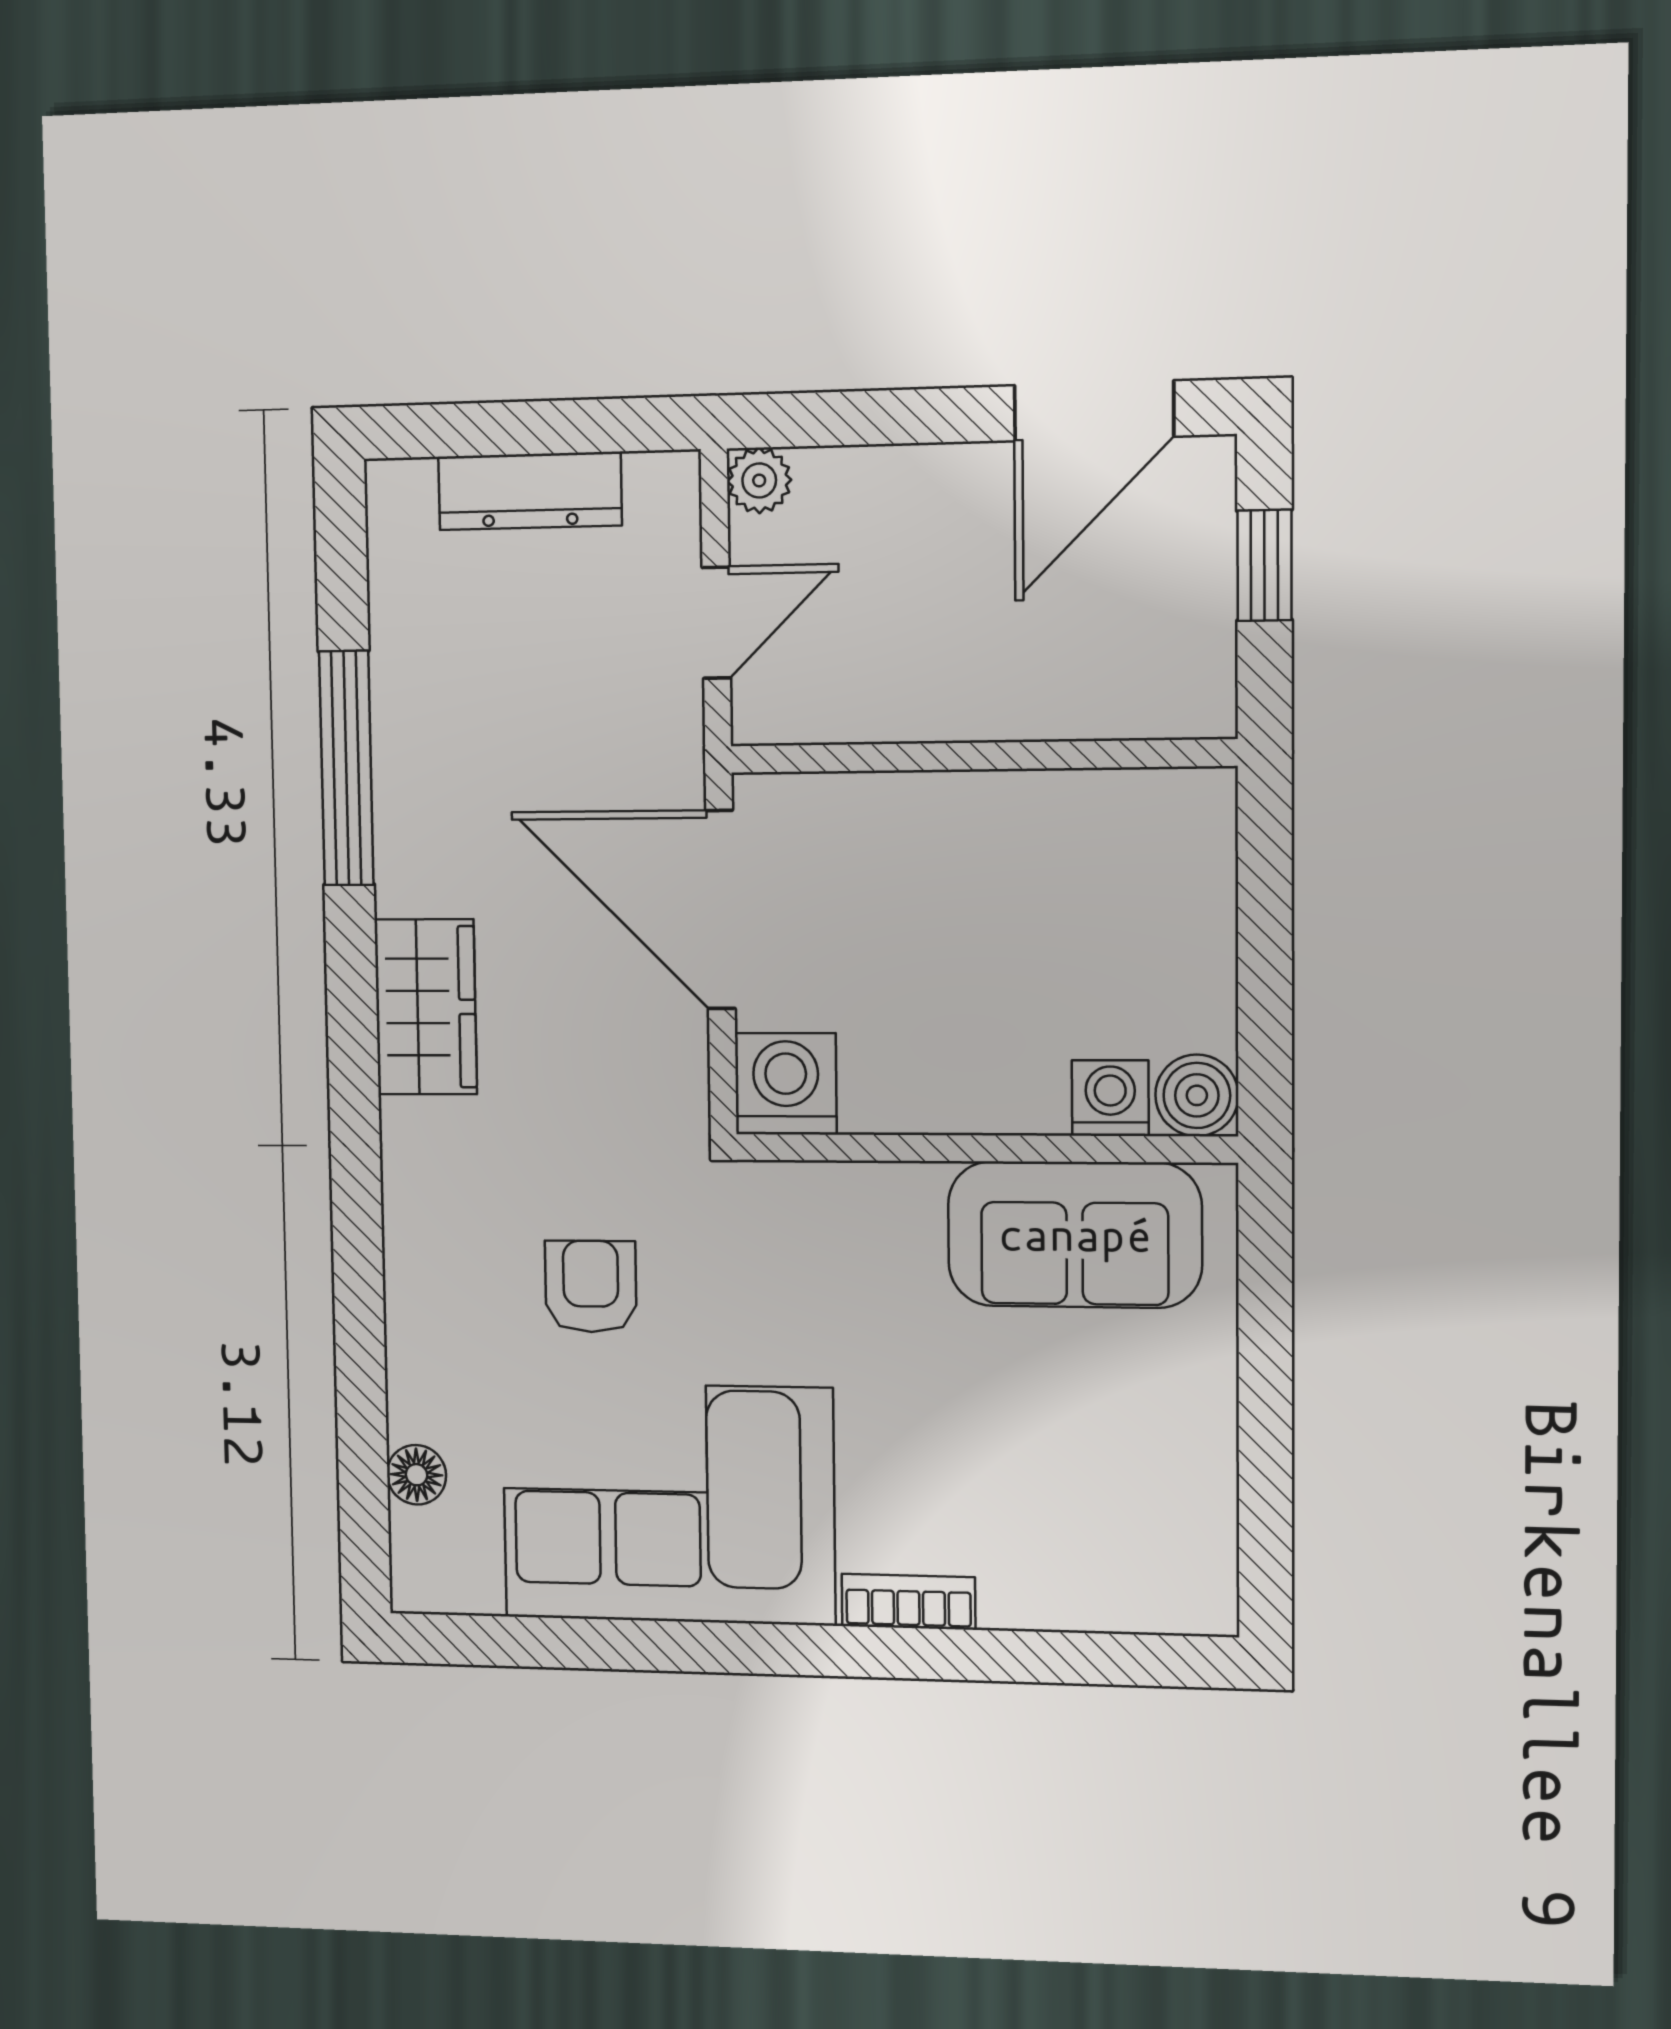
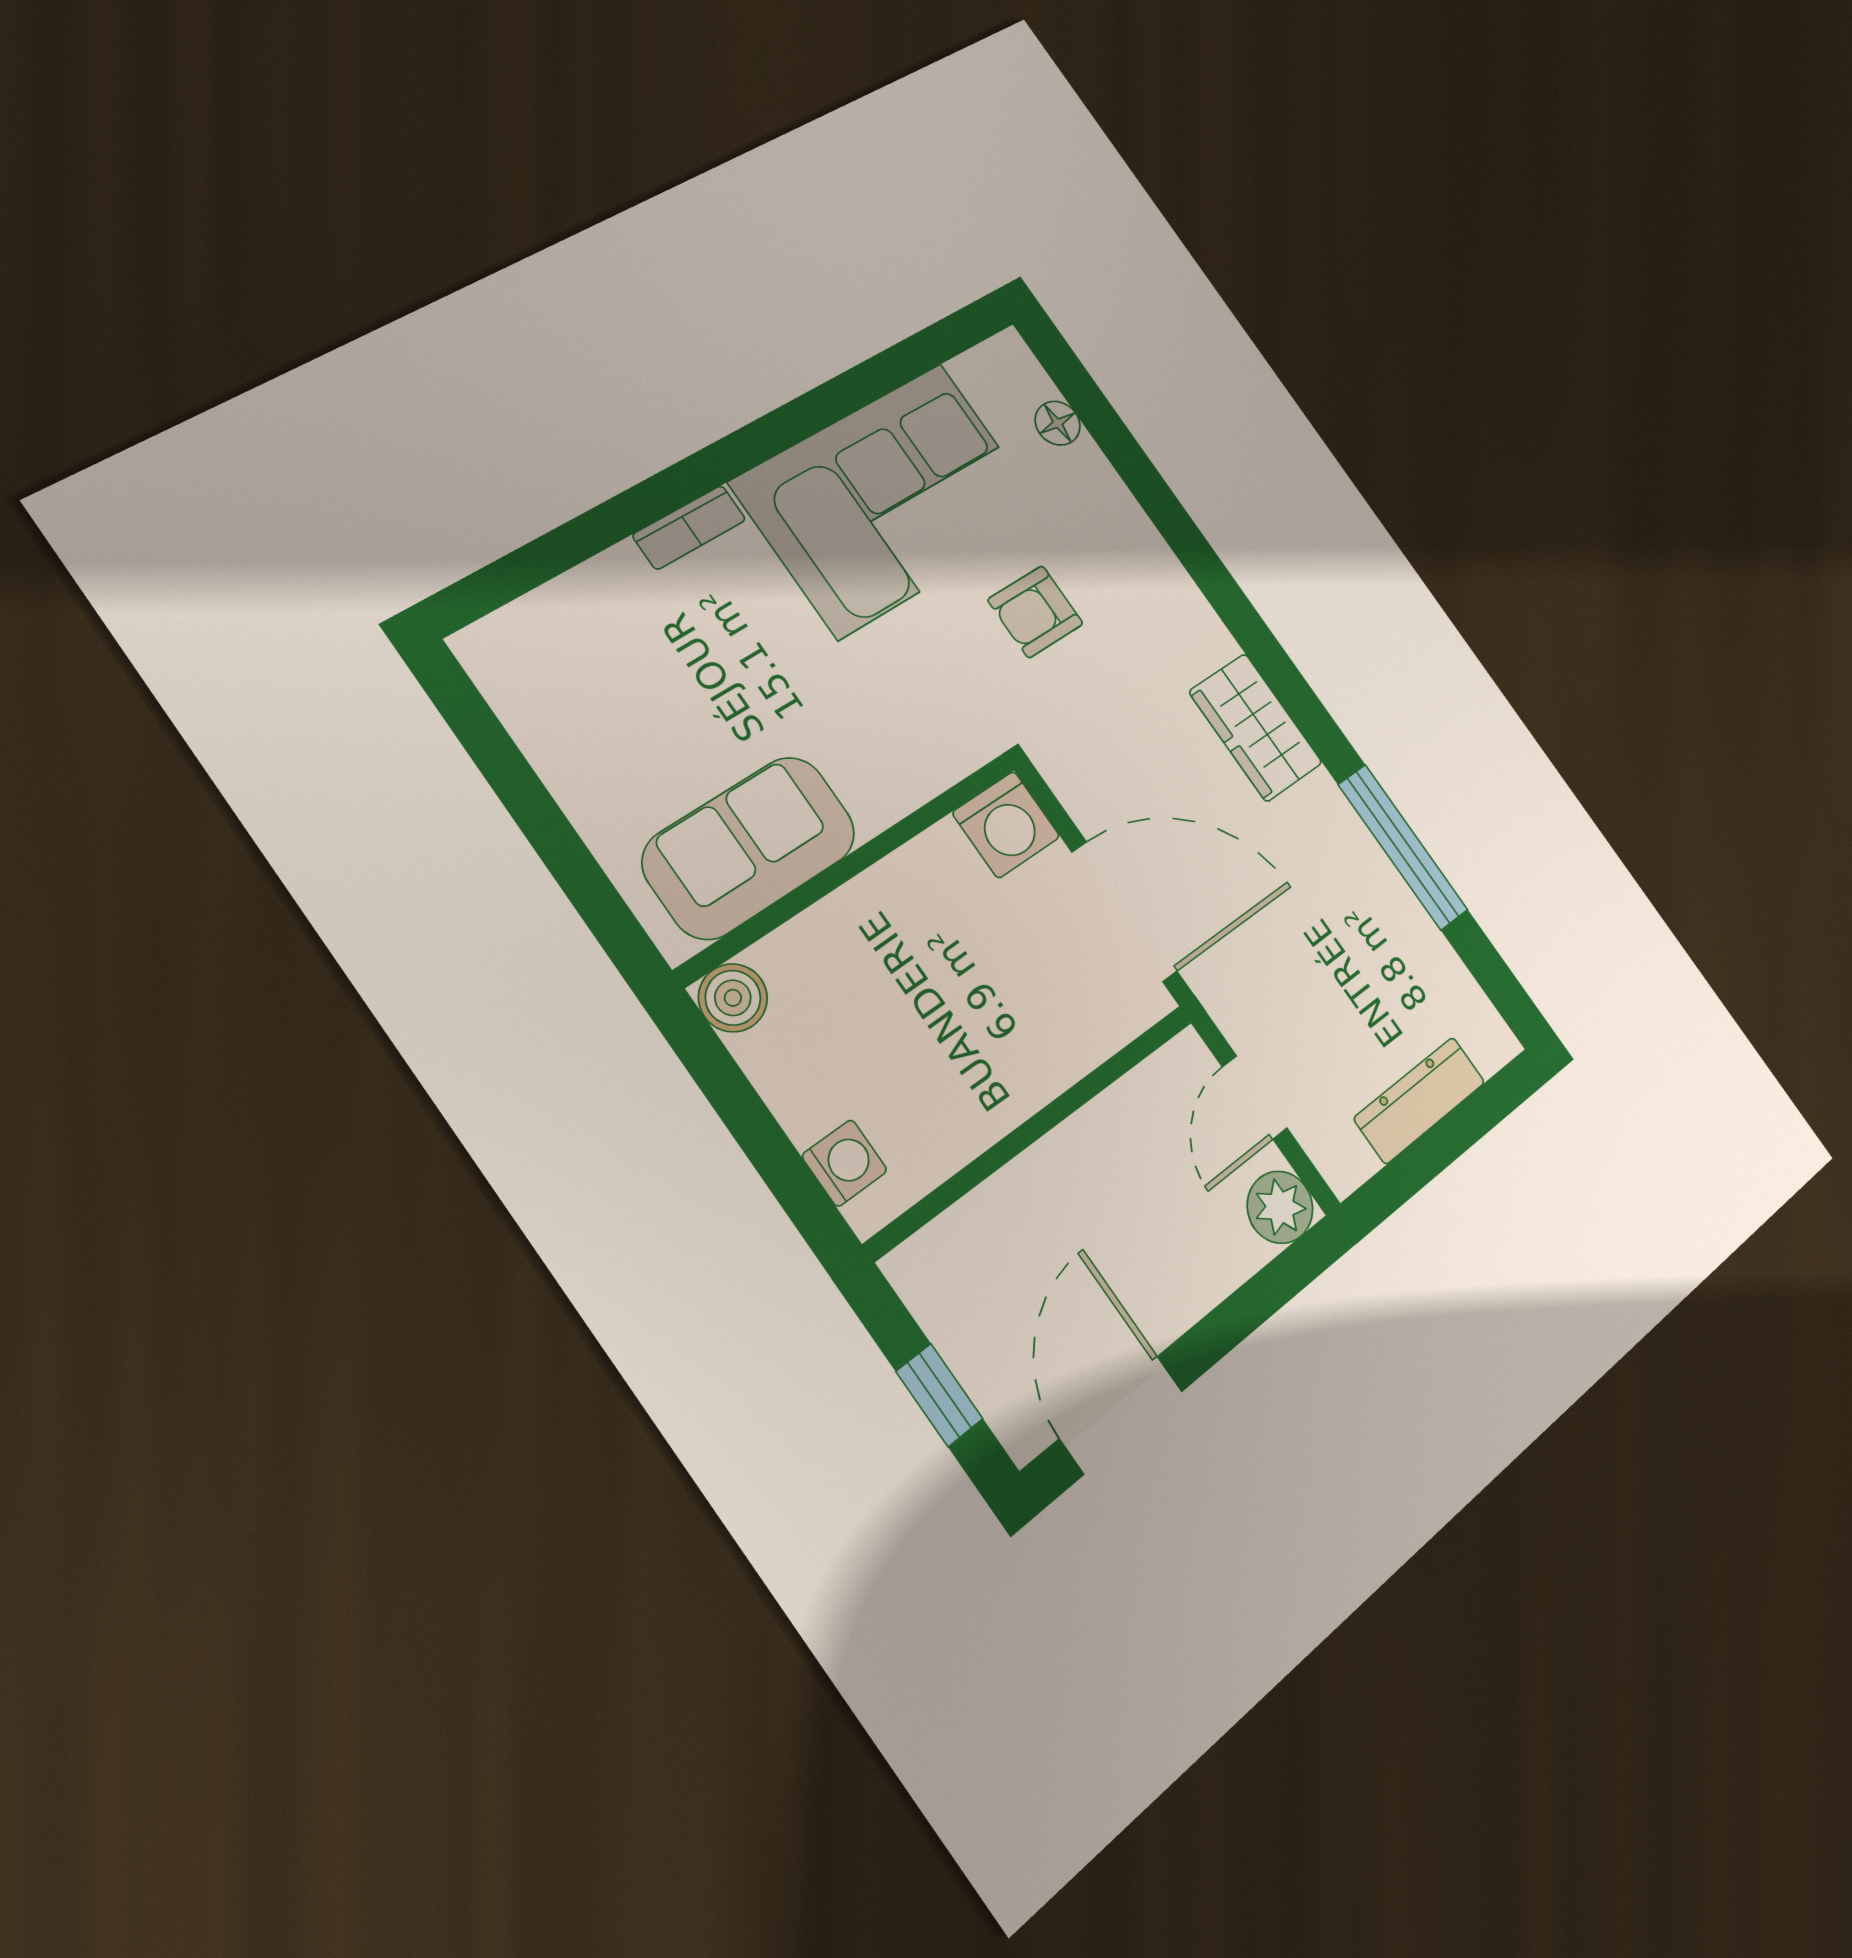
plant: (759, 480) -> (1280, 1207), width x1.38, depth x1.38
washing machine: (1110, 1098) -> (845, 1163), moved, turned -90
armchair: (591, 1286) -> (1035, 612), turned 90

